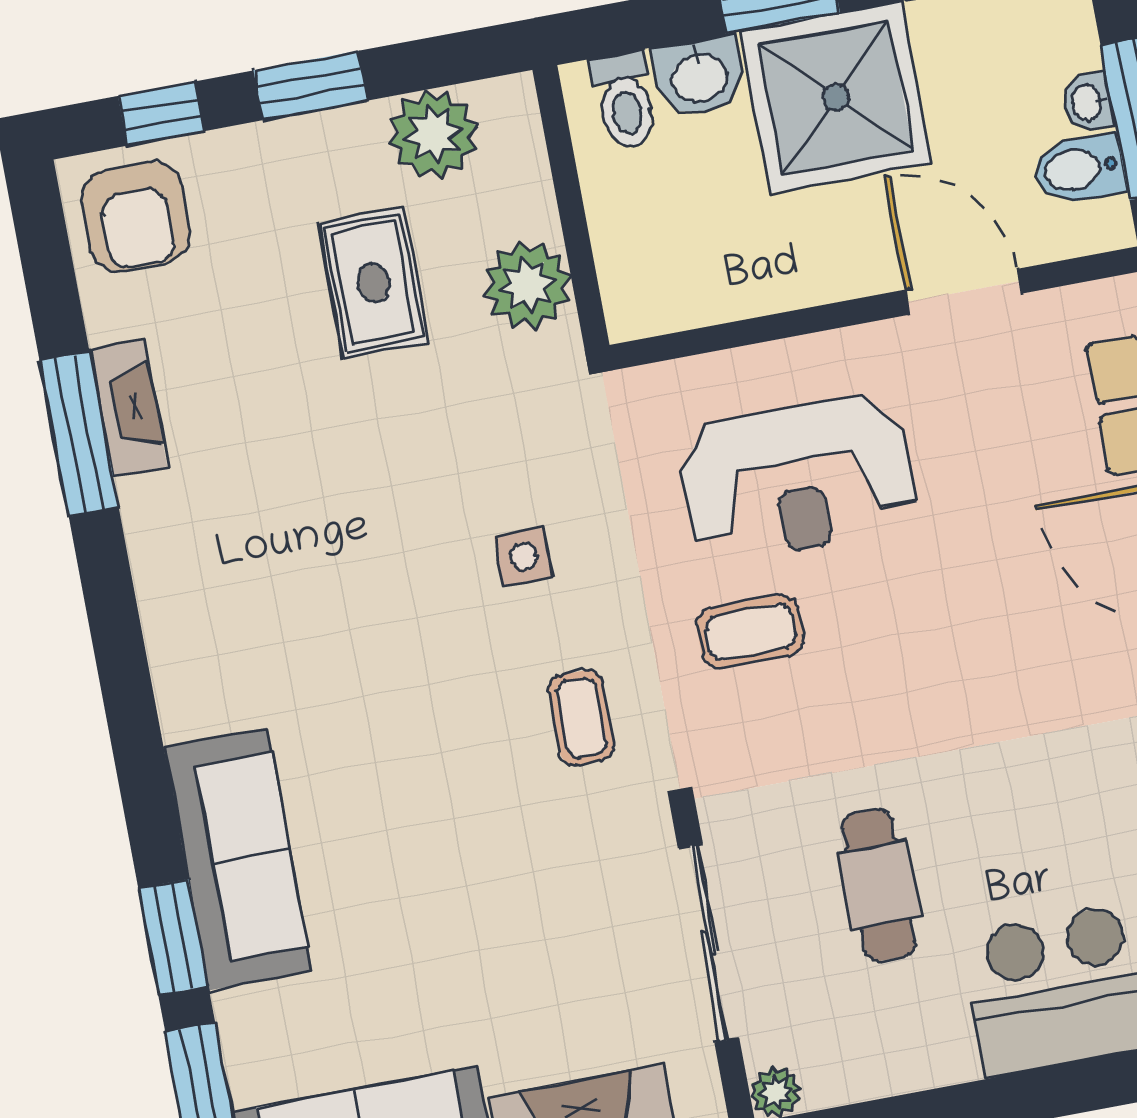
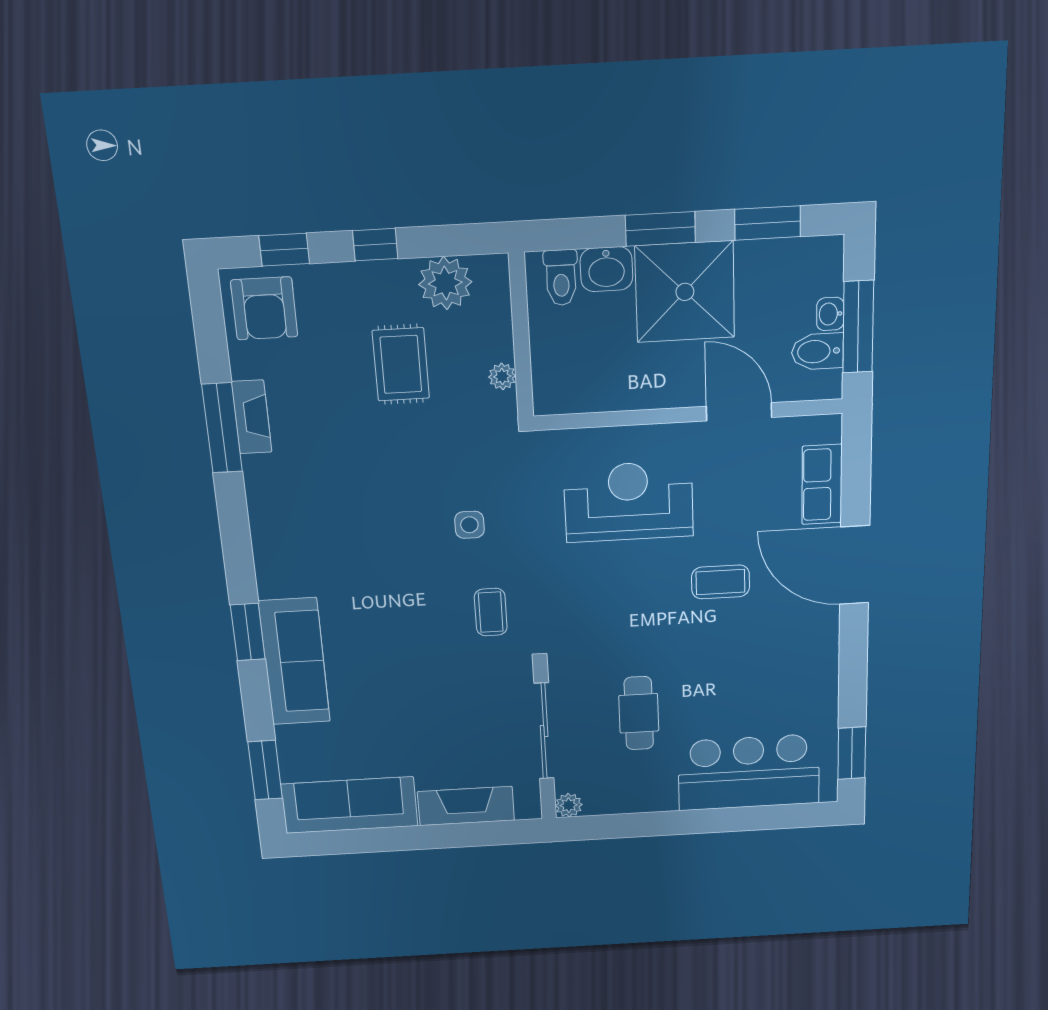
window: (310, 86) -> (375, 245), width x0.67
plant: (527, 285) -> (502, 376), width x0.53, depth x0.53
reception desk: (797, 478) -> (629, 502), turned 180
coffee table: (750, 632) -> (721, 582), moved
window: (173, 937) -> (248, 632), moved

